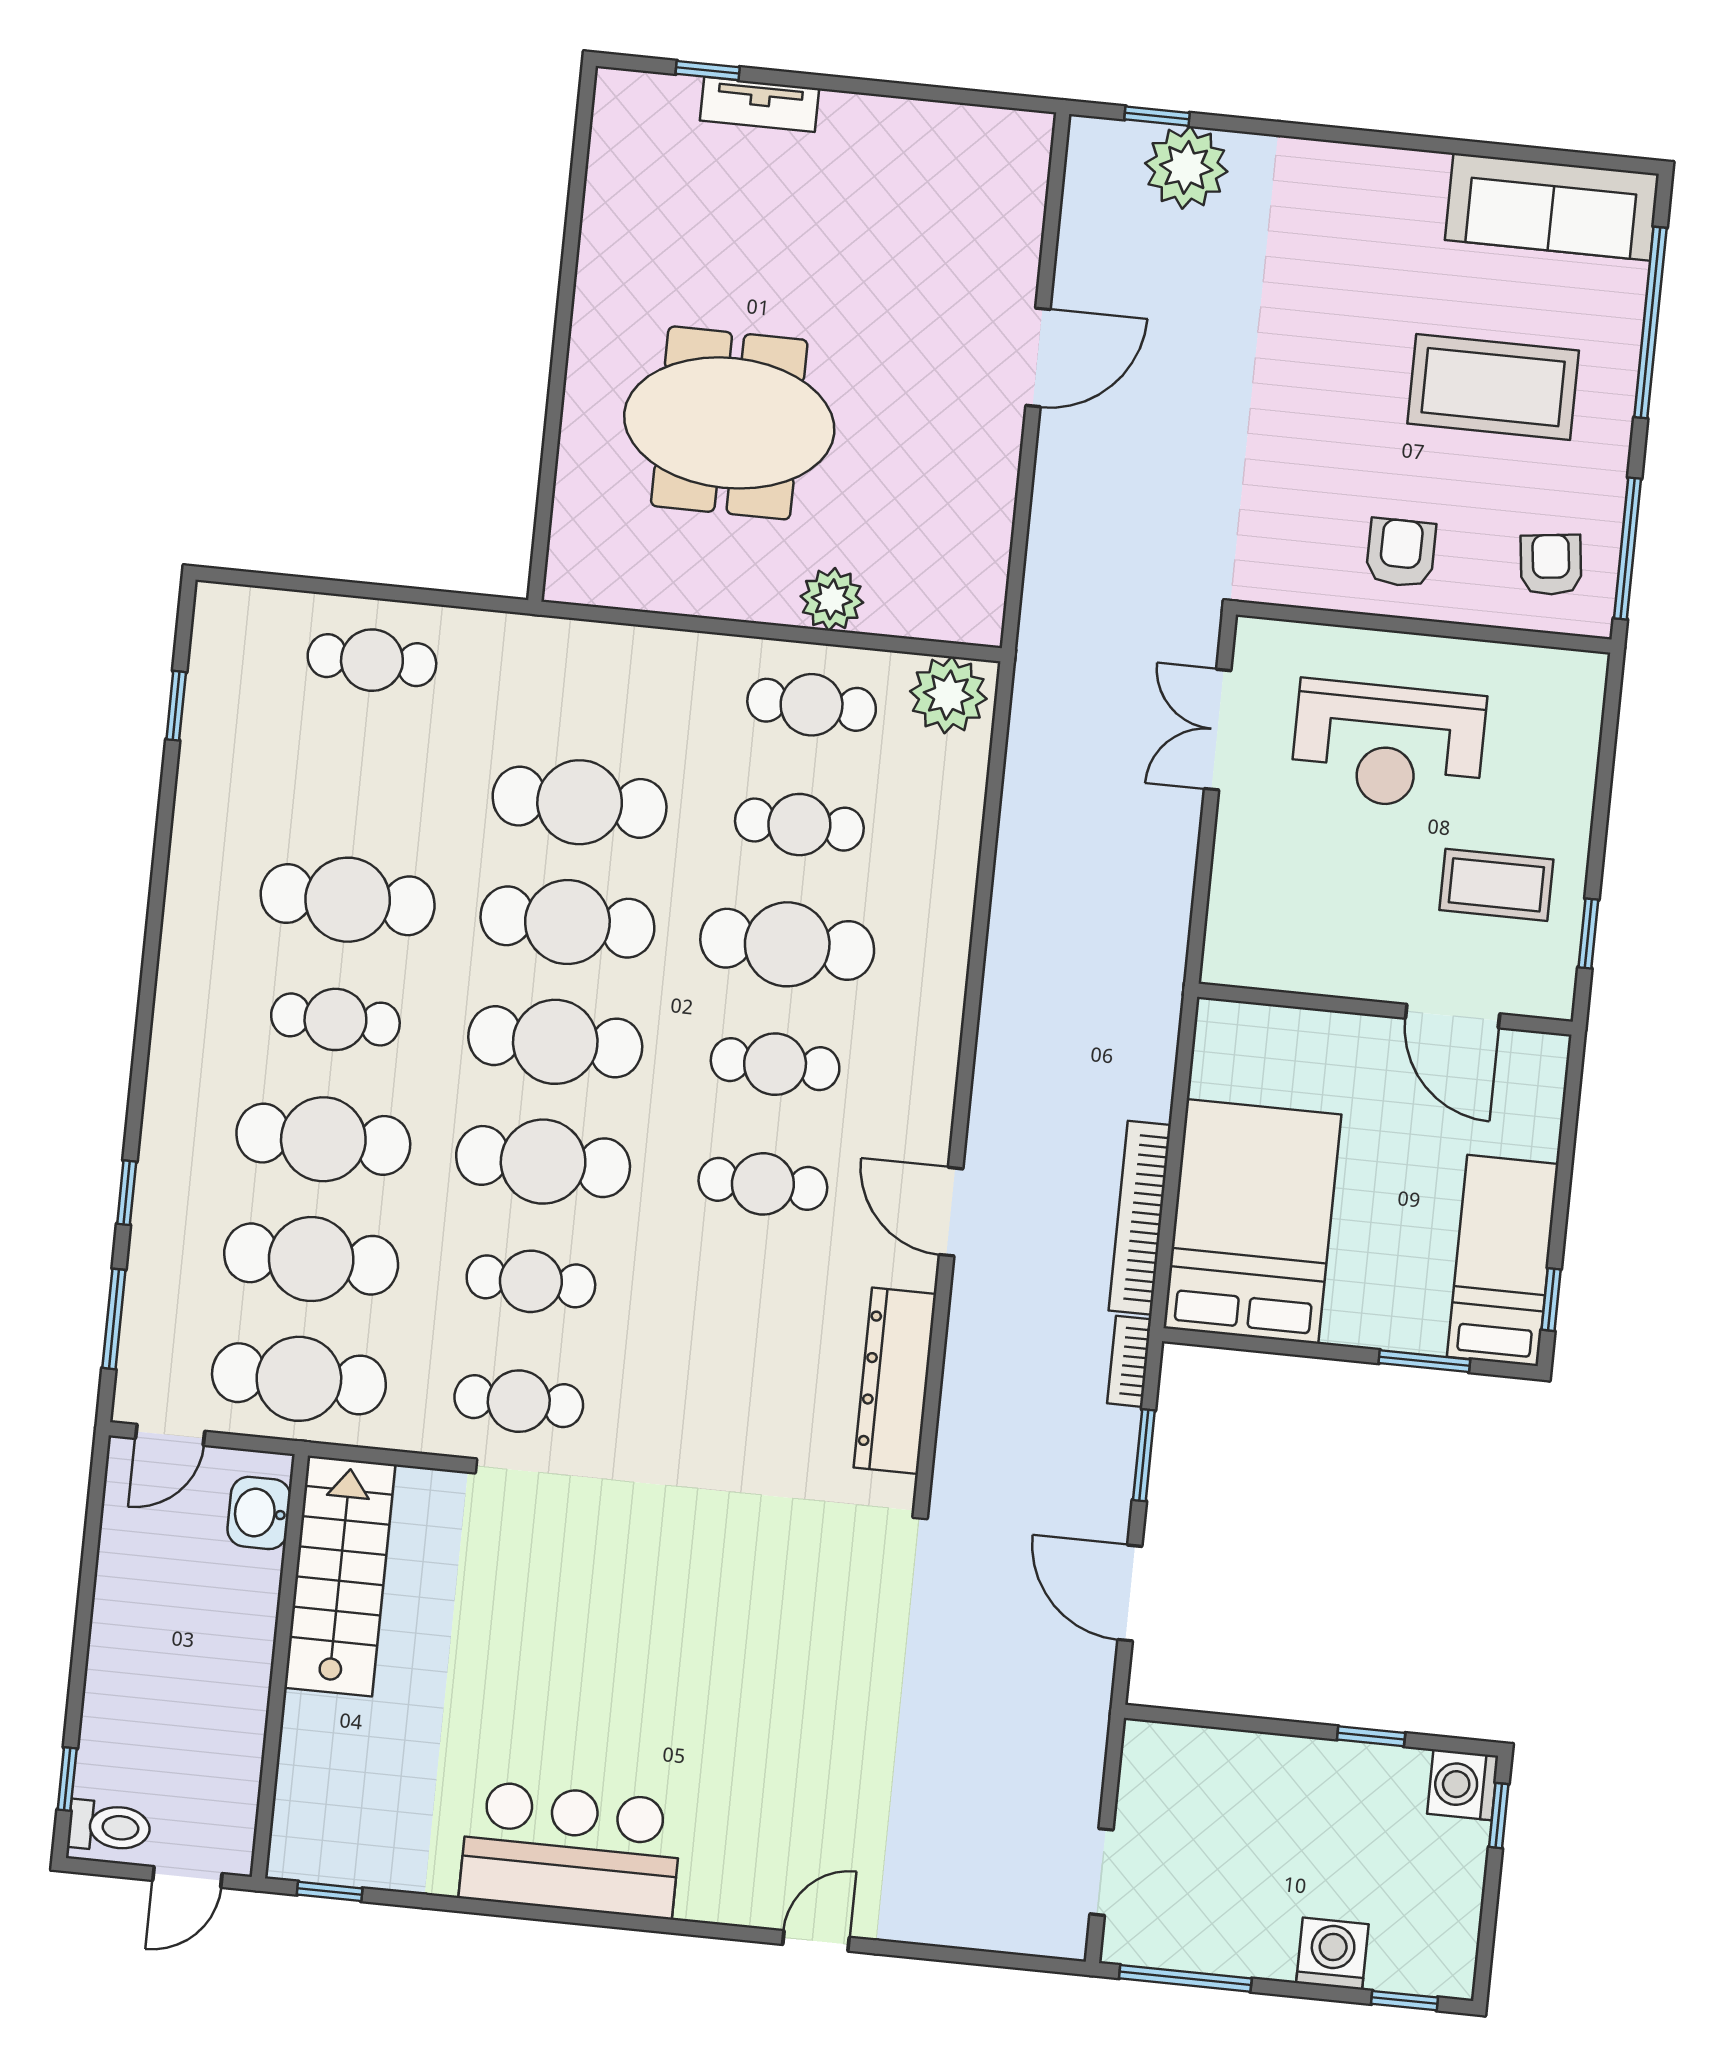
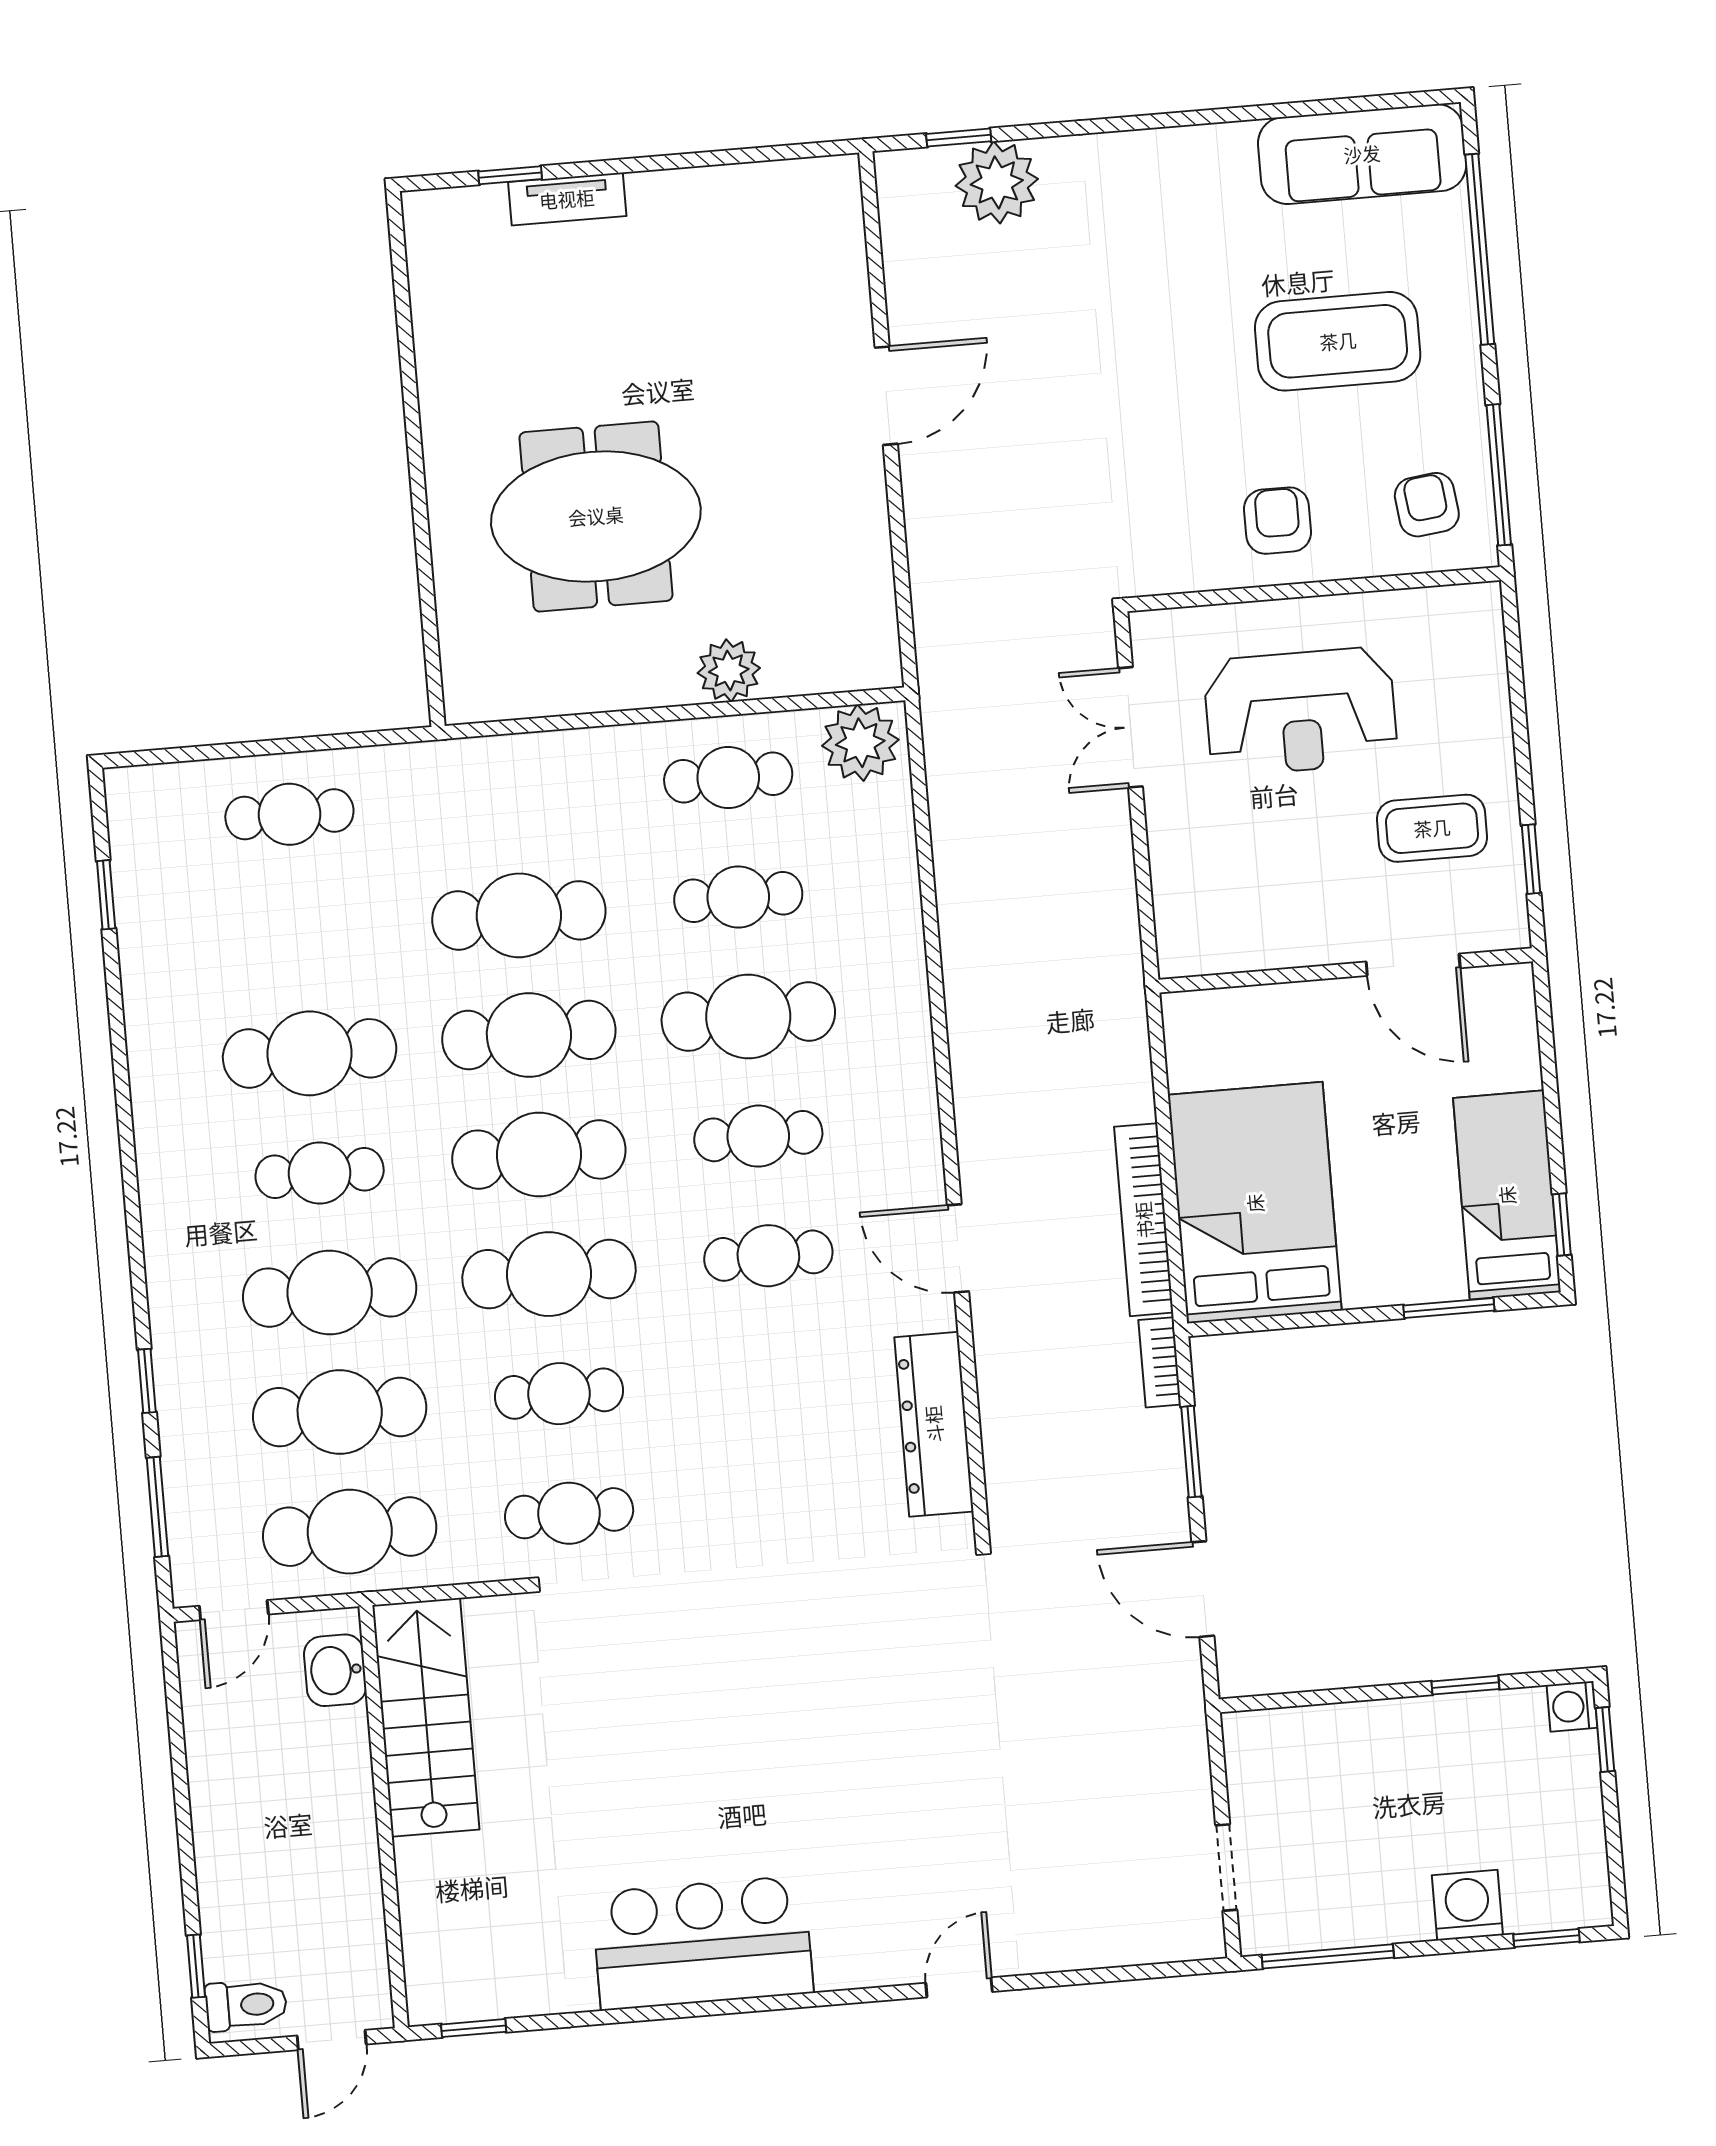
washing machine: (1463, 1785) -> (1572, 1706), width x0.73, depth x0.73

